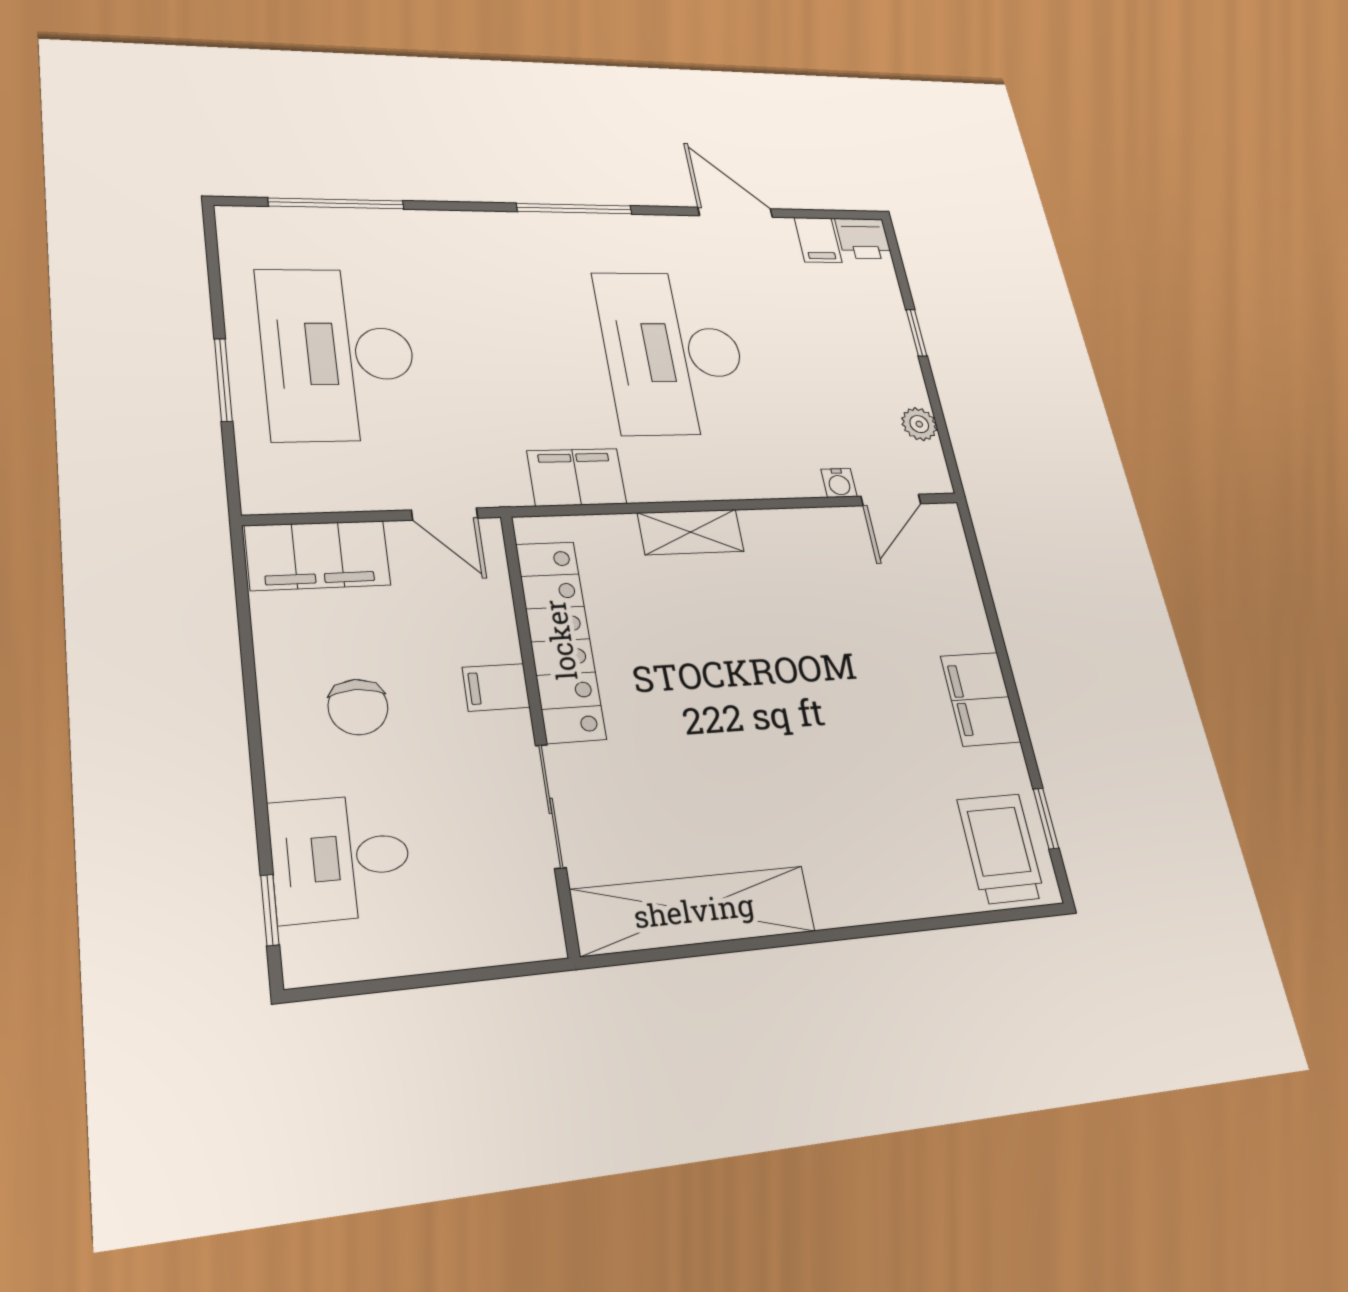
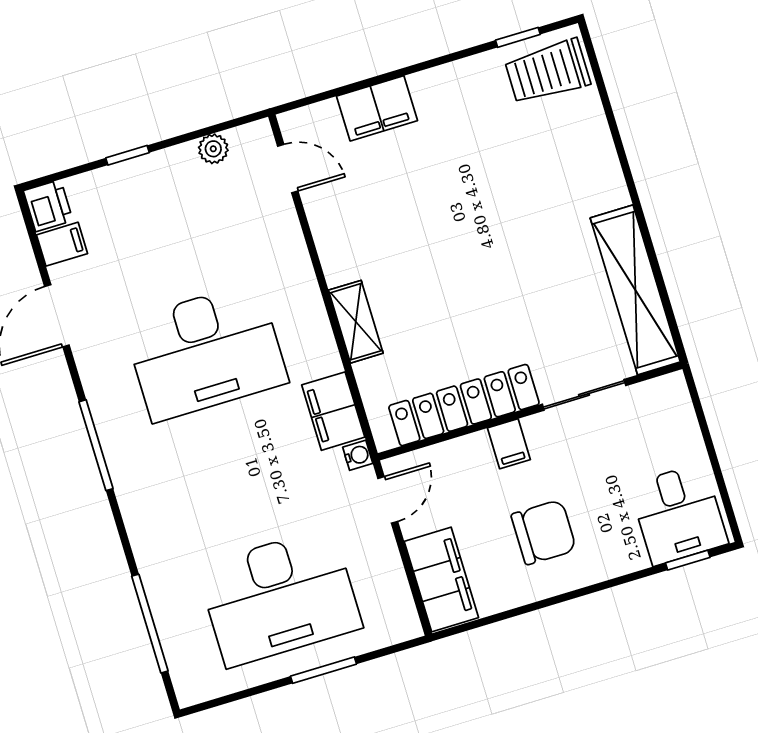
water cooler: (839, 483) -> (358, 455), moved
filing cabinet: (980, 699) -> (377, 108), moved
chair: (358, 707) -> (544, 532), width x1.37, depth x1.37
desk: (341, 858) -> (679, 514), moved

